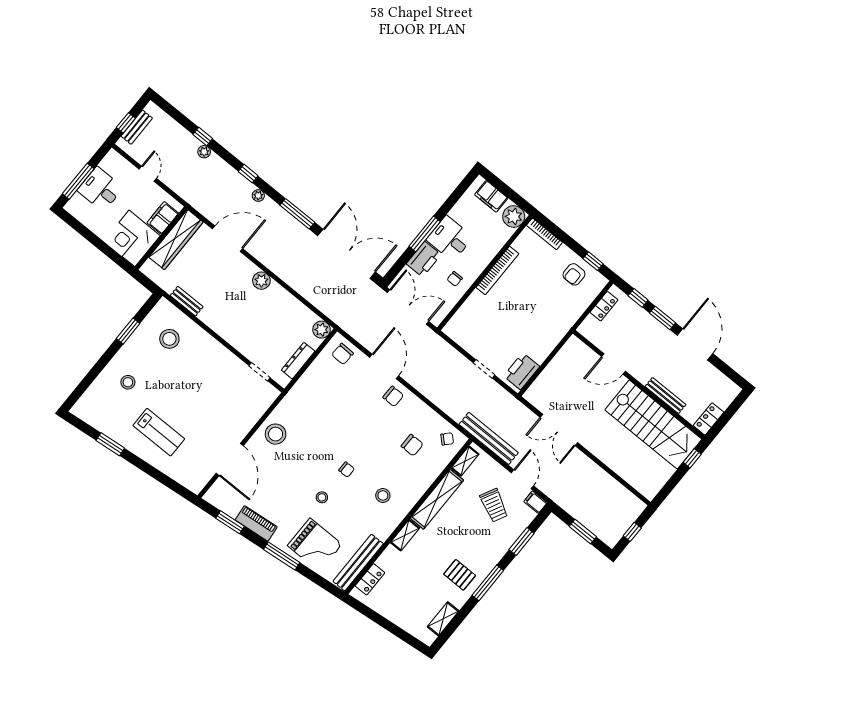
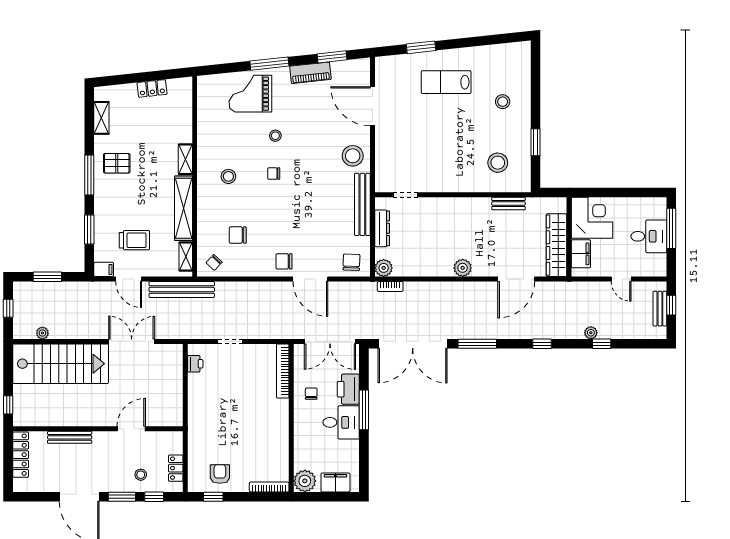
plant: (258, 196) -> (42, 333), moved
bookcase: (497, 271) -> (283, 371), moved
bookcase: (328, 311) -> (390, 286), added
stool: (635, 323) -> (141, 475), added
printer: (522, 371) -> (195, 364), width x0.53, depth x0.68
locker: (709, 419) -> (21, 455), width x1.53
stairs: (653, 425) -> (61, 364), moved, turned 180
window: (110, 444) -> (421, 47), moved
trolley: (494, 505) -> (134, 240), turned 153
bench: (358, 563) -> (362, 204), moved
locker: (370, 579) -> (152, 88), moved, turned -96

